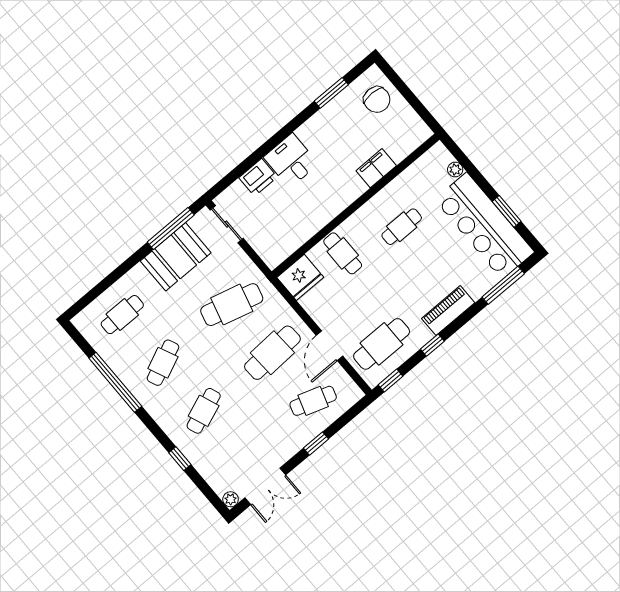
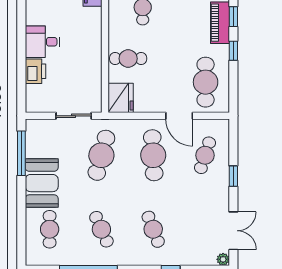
sliding door: (227, 224) -> (74, 116), moved
booth: (176, 257) -> (42, 183), moved
window: (390, 381) -> (233, 17), moved

